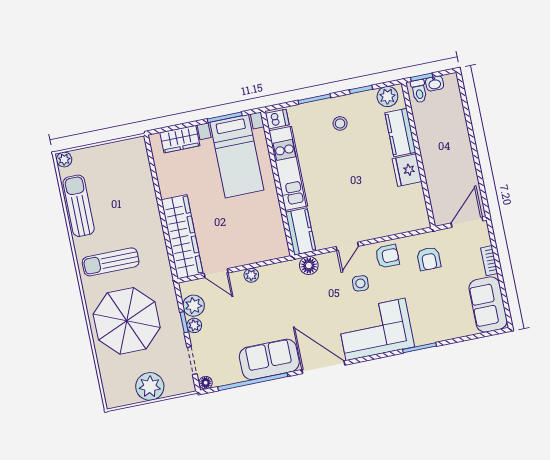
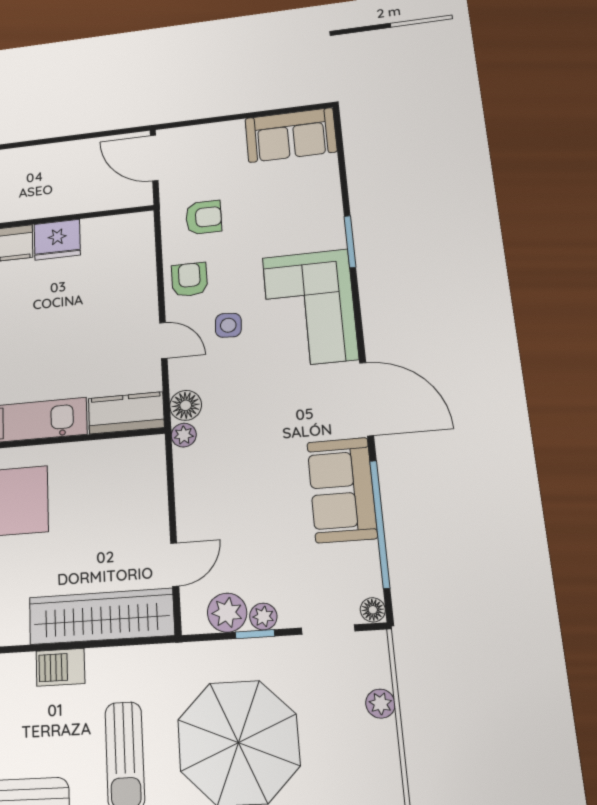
barbecue: (151, 219) -> (60, 667), added
bookcase: (489, 261) -> (220, 130), removed
plant: (251, 275) -> (184, 435), moved
door: (323, 367) -> (367, 399), swing flipped
plant: (150, 386) -> (380, 704), width x0.53, depth x0.53

